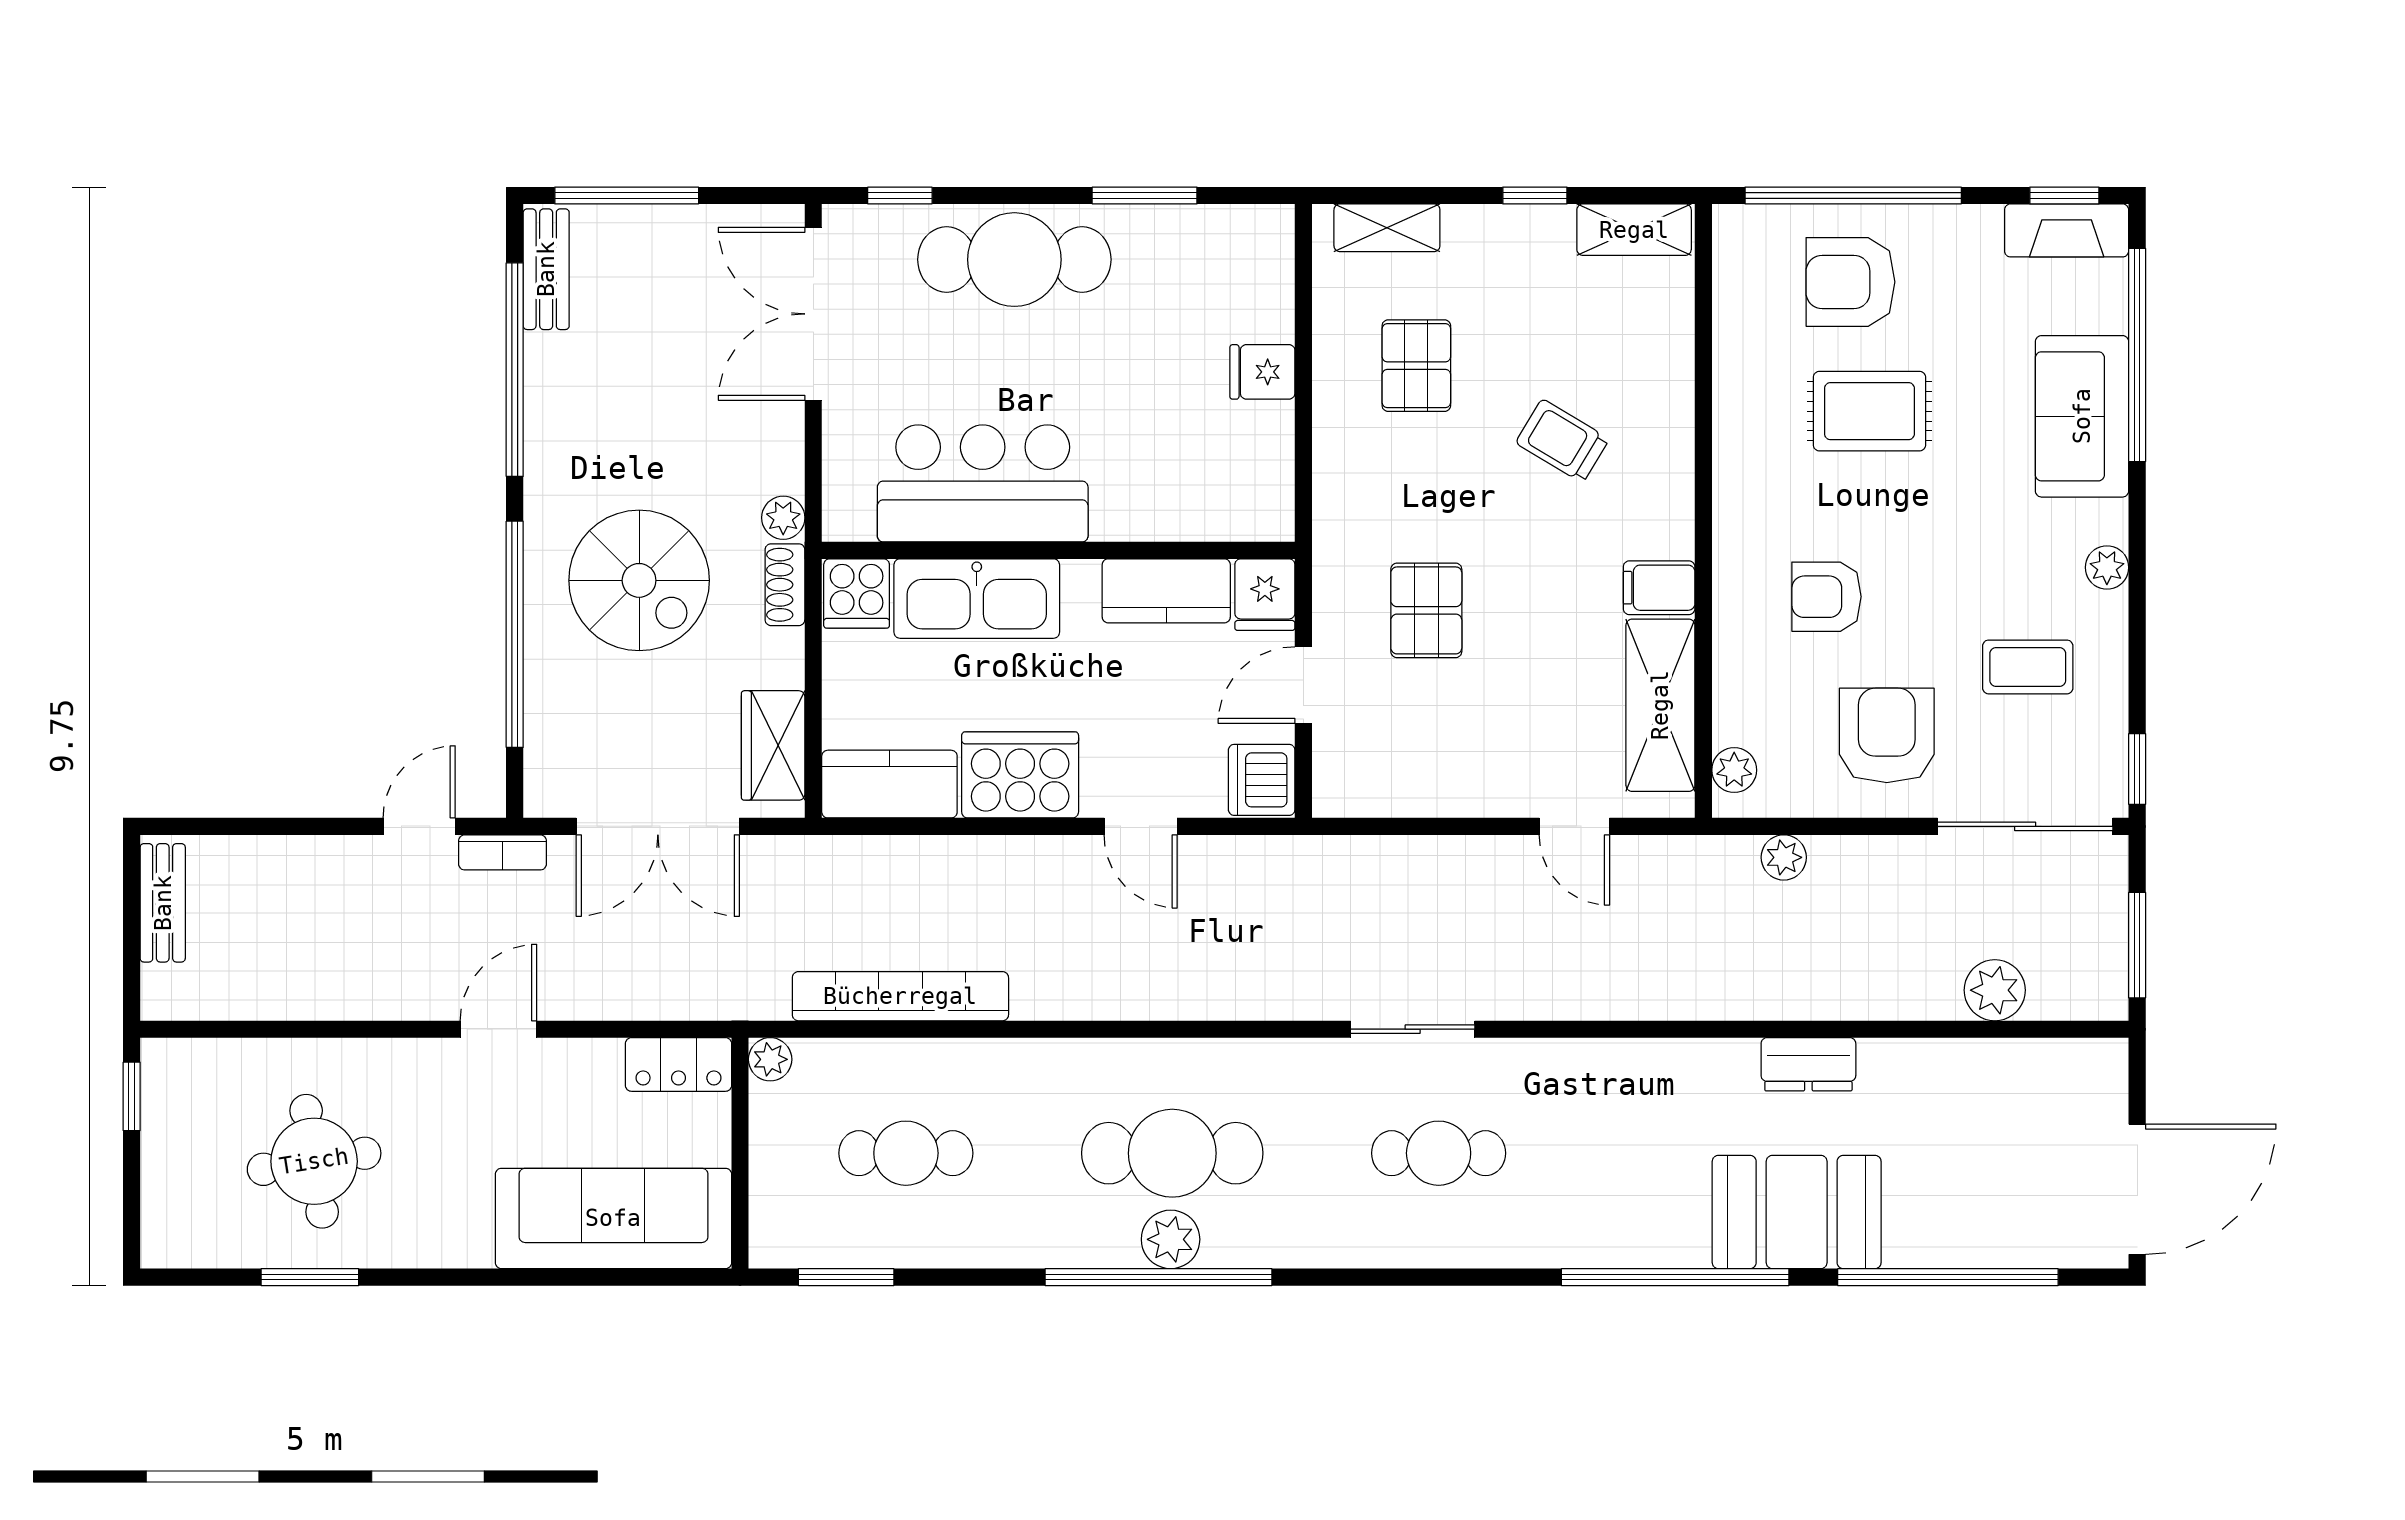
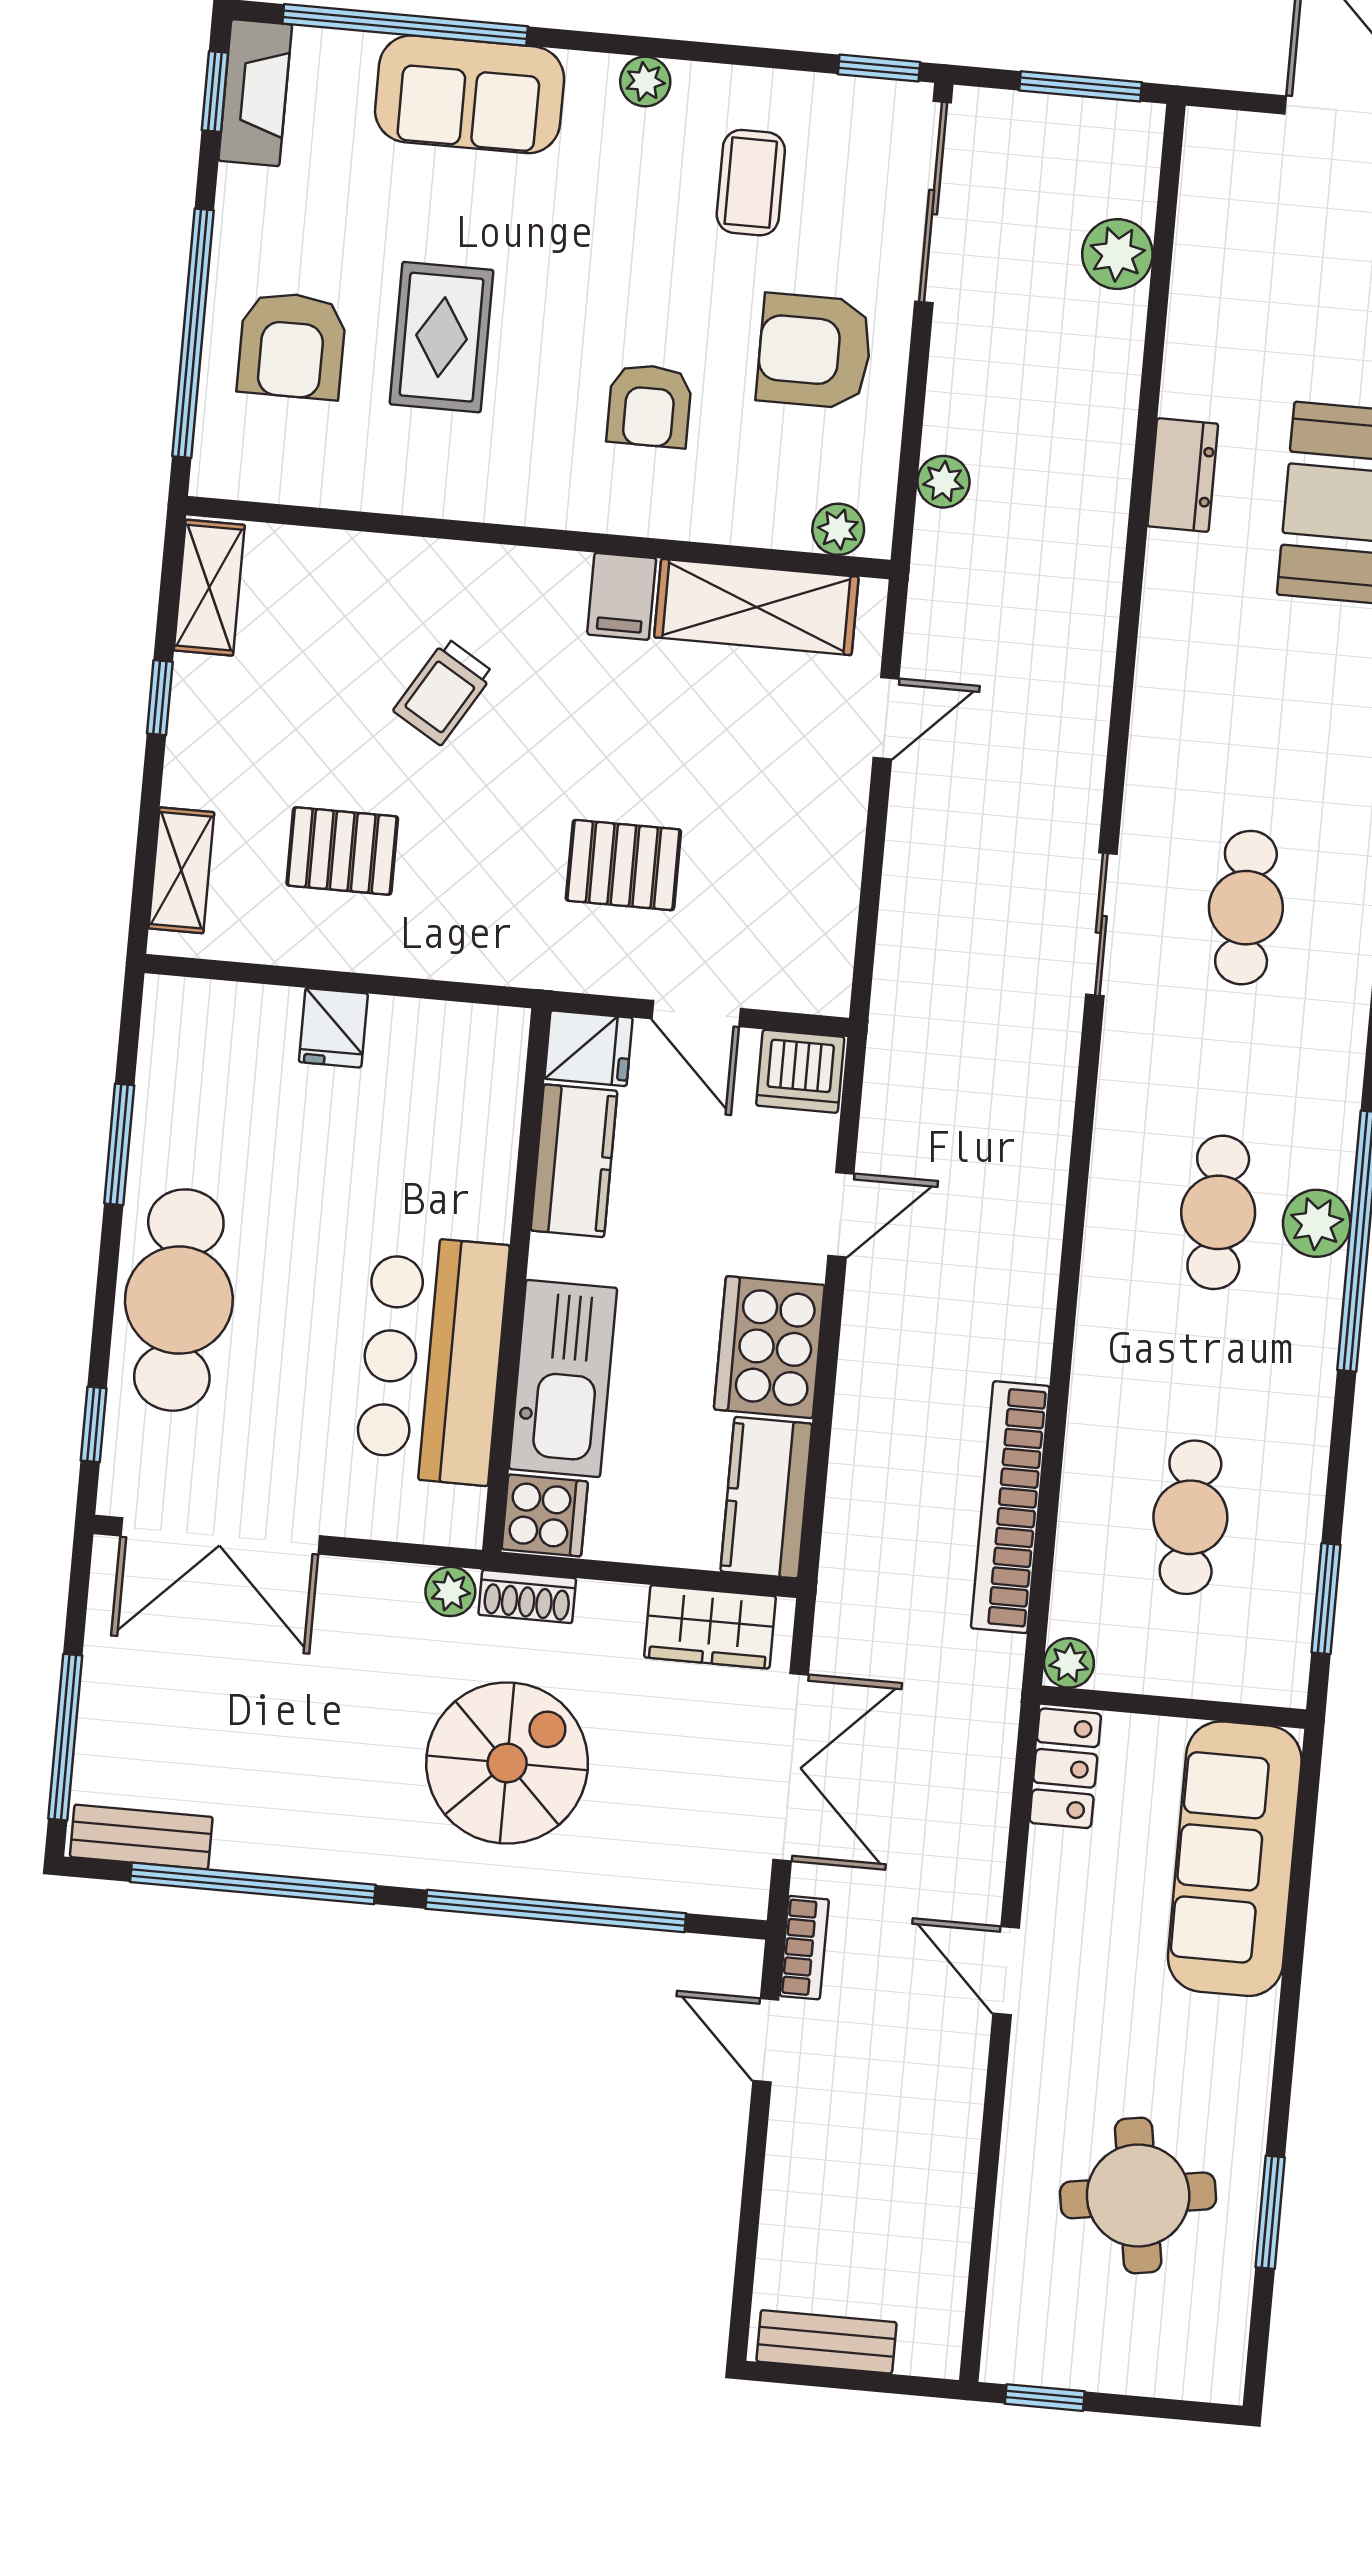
cafe table: (1172, 1153) -> (1218, 1212), width x0.73, depth x0.74

